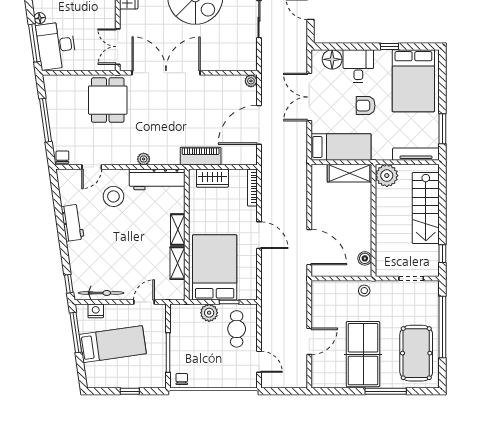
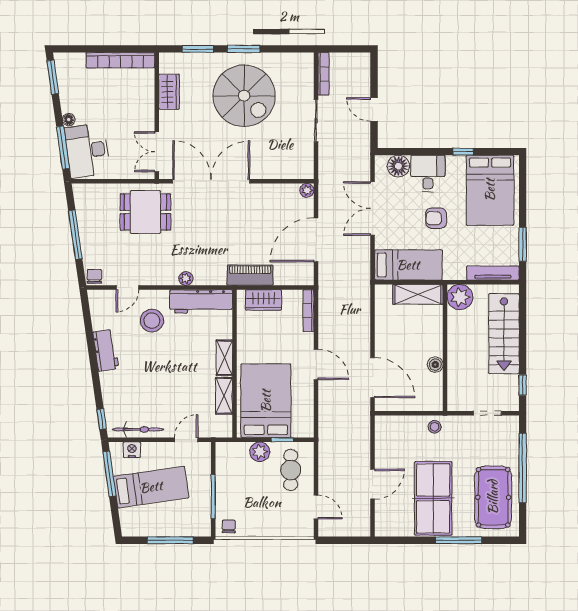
dining table: (108, 100) -> (145, 212), turned 90
boiler: (365, 258) -> (435, 365), moved
window: (130, 391) -> (170, 540), width x2.17

